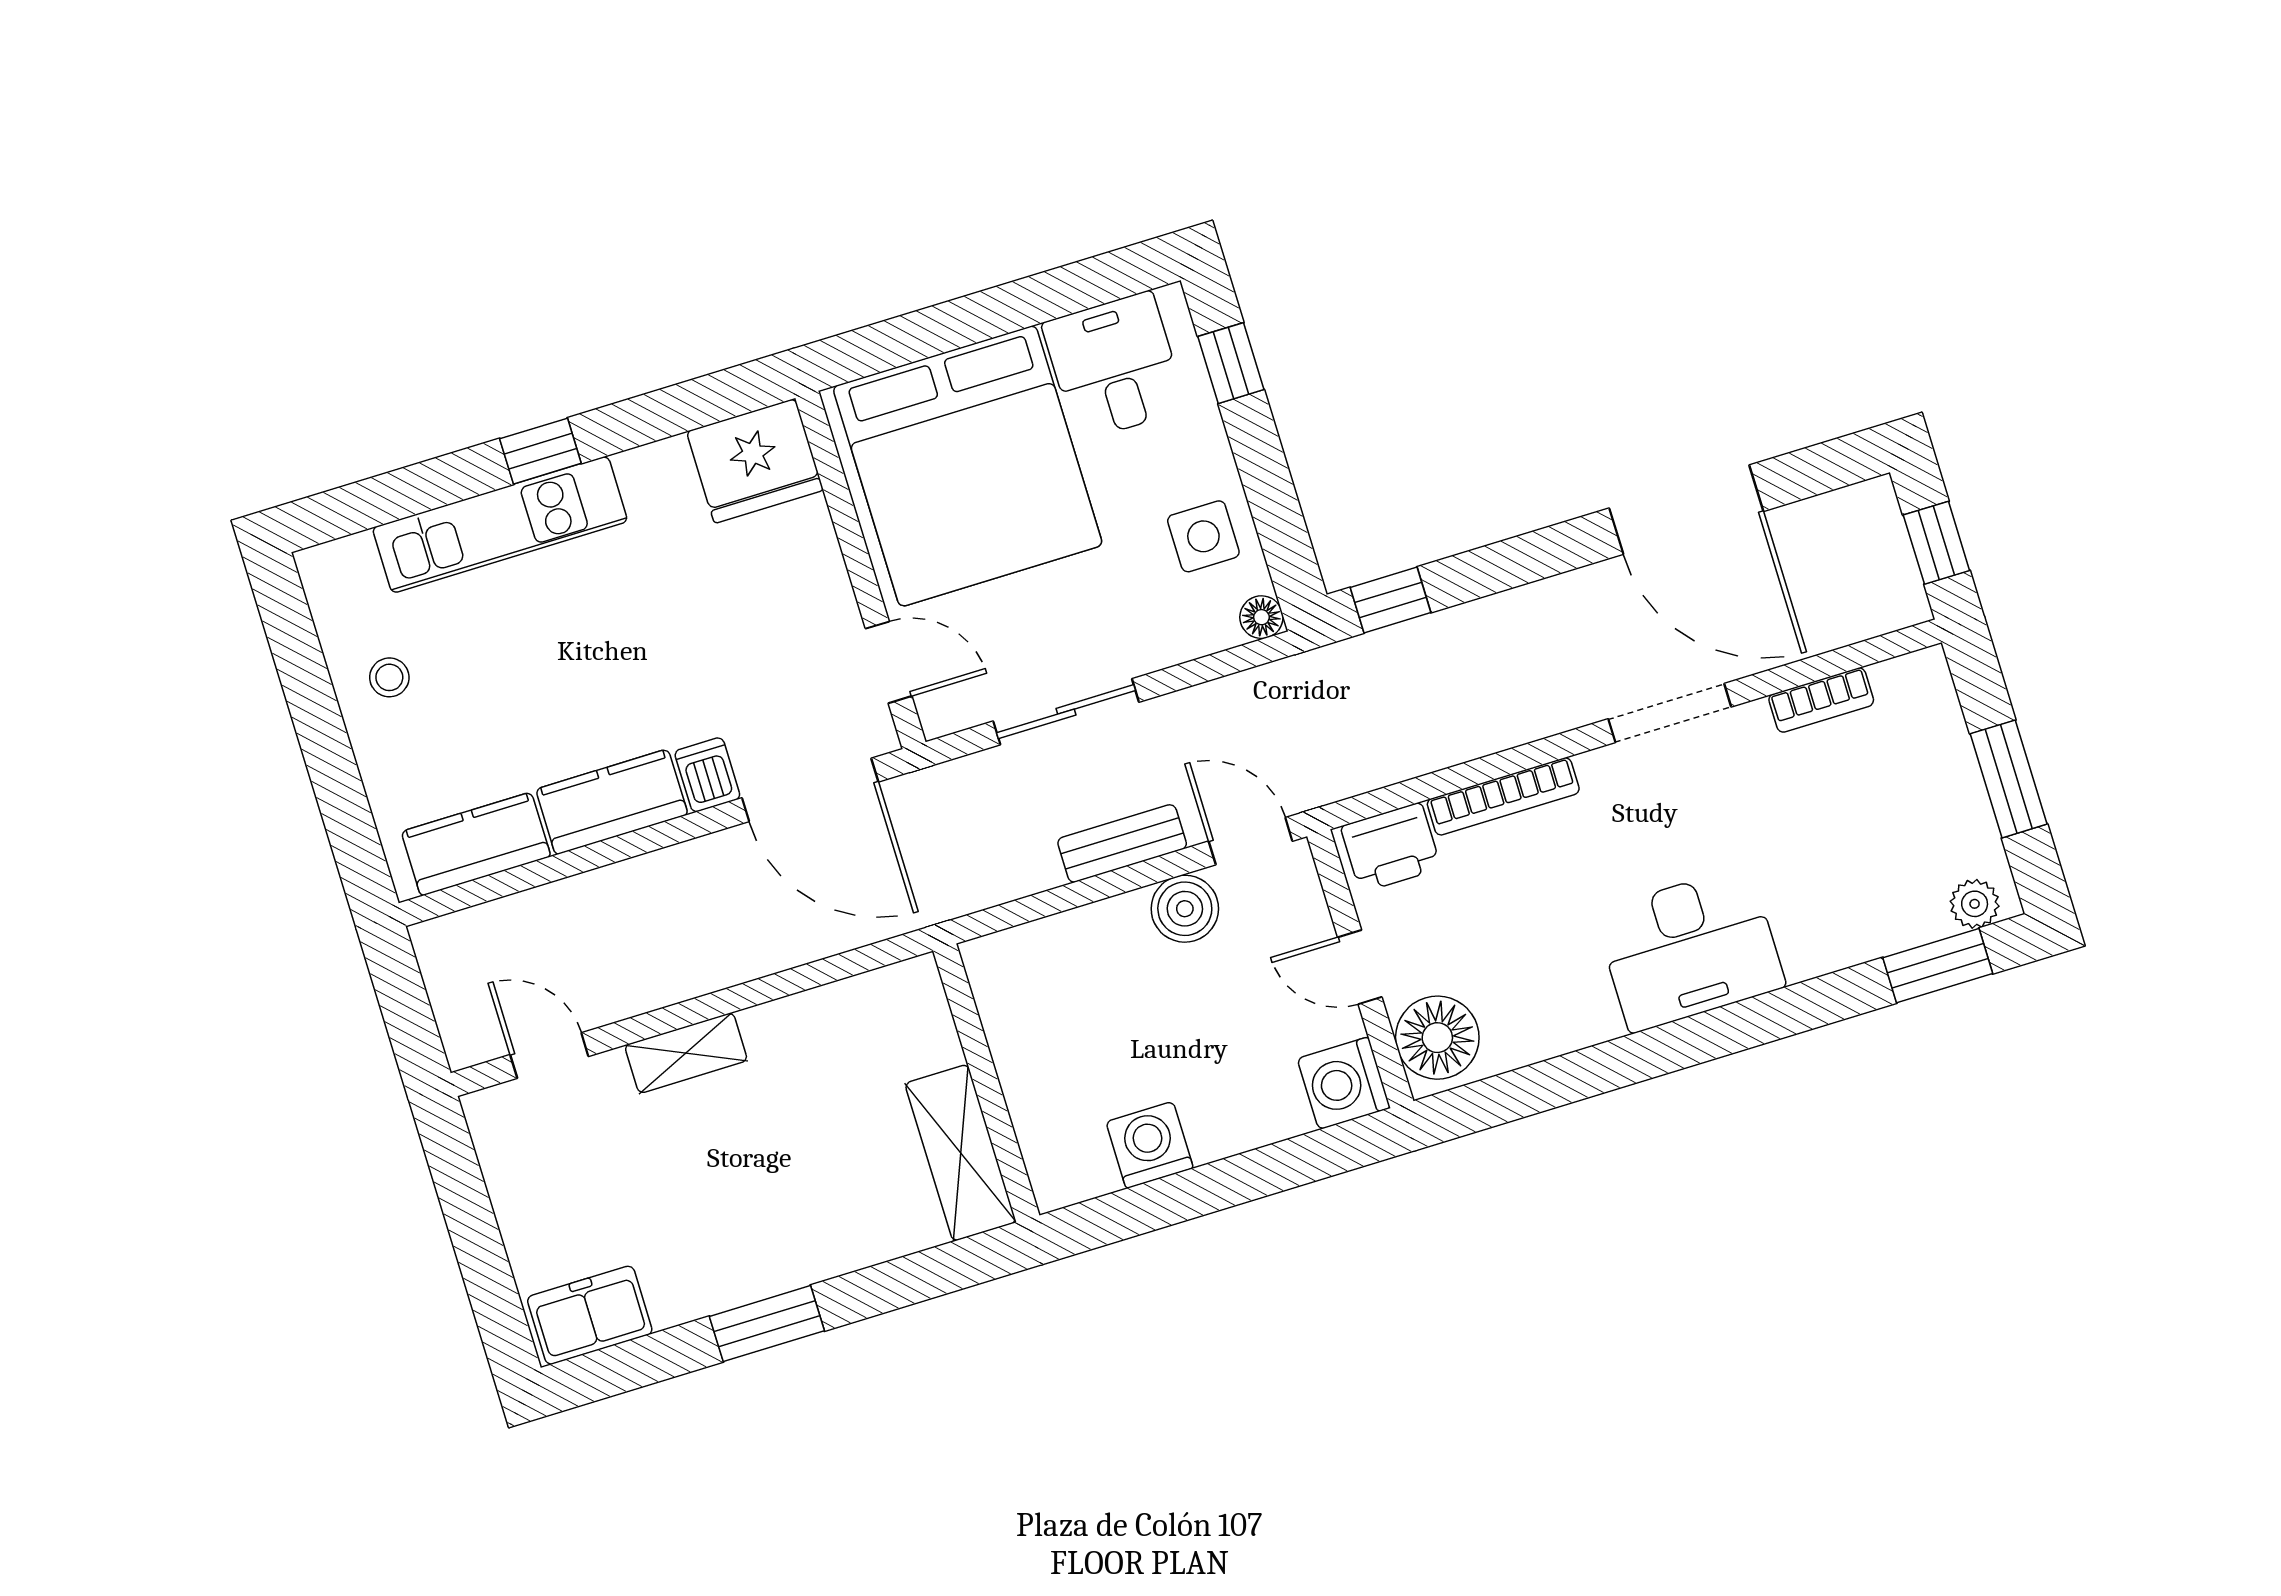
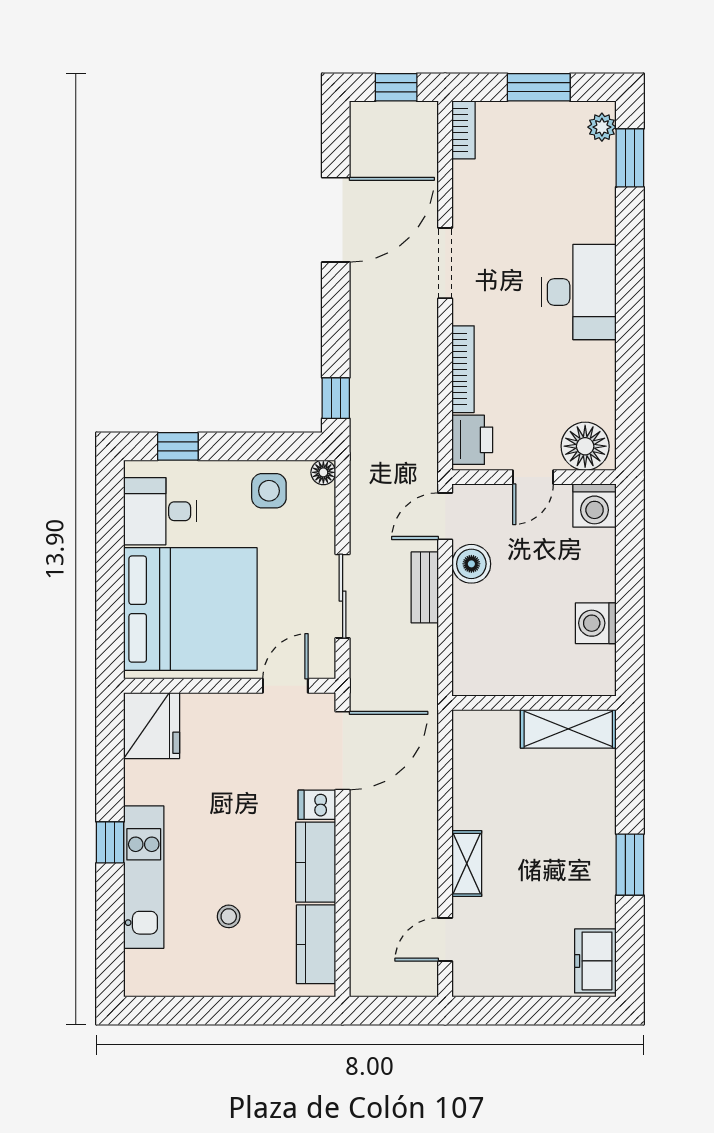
stool: (389, 677) -> (229, 916), moved
bookcase: (1821, 700) -> (464, 130), moved

